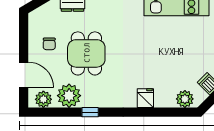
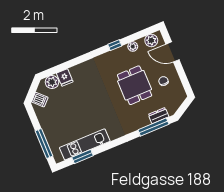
plant: (69, 96) -> (133, 47), width x0.53, depth x0.53
fridge: (145, 98) -> (65, 77), moved

